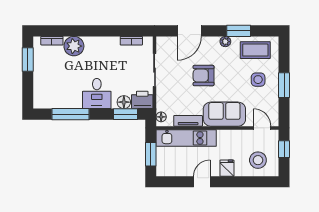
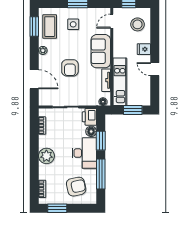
window: (239, 31) -> (34, 26), moved
plant: (74, 46) -> (46, 156), moved
armchair: (55, 83) -> (76, 187), added
desk: (97, 94) -> (84, 153), width x1.37
window: (126, 114) -> (101, 141), moved

